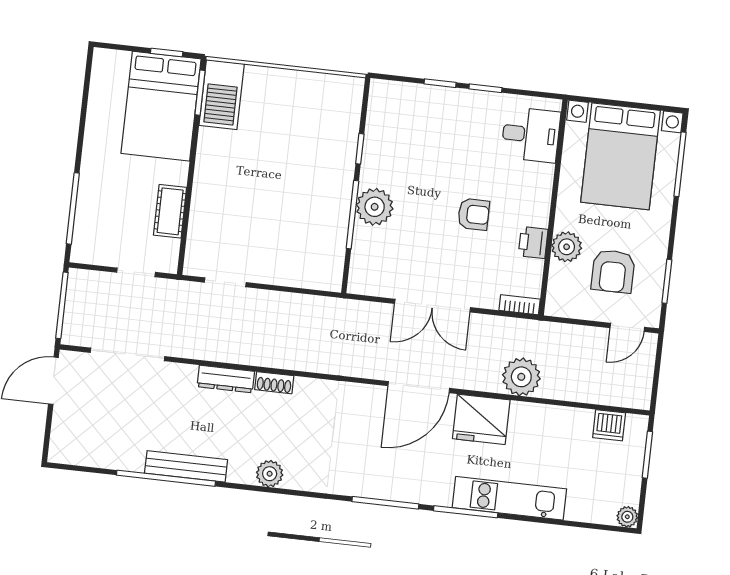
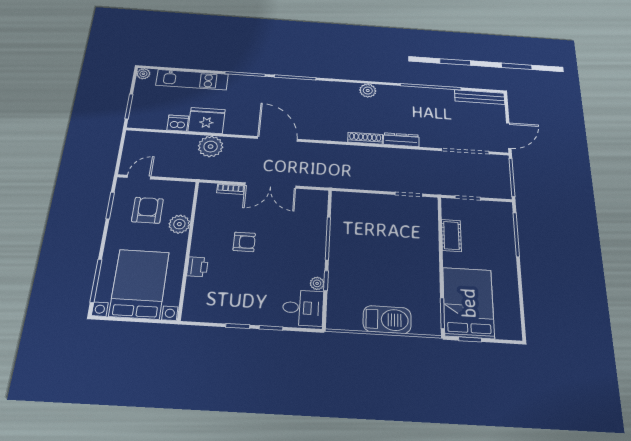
barbecue: (222, 95) -> (387, 320), moved, turned 90
desk: (531, 135) -> (303, 308), moved, turned 180
plant: (375, 207) -> (317, 283), moved, width x0.53, depth x0.53
armchair: (474, 214) -> (244, 242), turned 180
printer: (533, 243) -> (197, 267), moved
bookcase: (520, 305) -> (231, 189), moved
double door: (432, 306) -> (270, 185), swing flipped
shoe rack: (274, 383) -> (365, 138), width x1.43
door: (419, 387) -> (277, 139), hinge flipped
fridge: (481, 419) -> (207, 121), moved
dishwasher: (609, 425) -> (178, 123), moved
bench: (186, 466) -> (480, 97), moved
kitchen unit: (509, 498) -> (192, 80), moved

